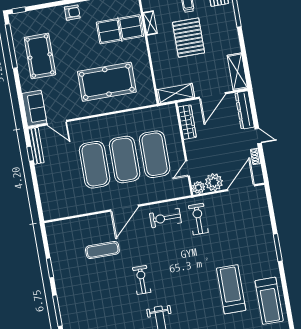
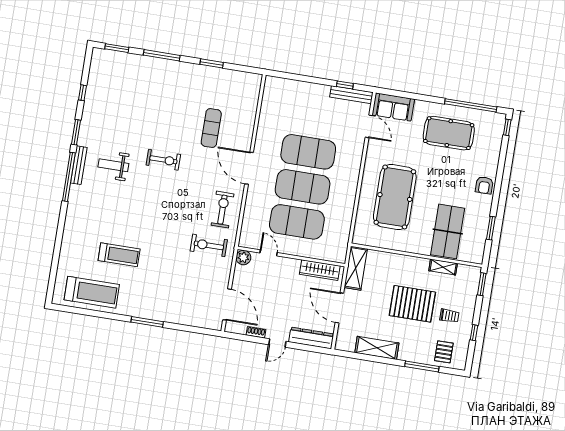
shelving: (237, 72) -> (377, 348), moved
door: (57, 123) -> (369, 126), swing flipped
plant: (214, 182) -> (243, 277), removed
exercise bike: (198, 219) -> (209, 245), turned 180
treadmill: (231, 289) -> (119, 255), width x0.73, depth x0.73
treadmill: (269, 301) -> (92, 292), turned 180

